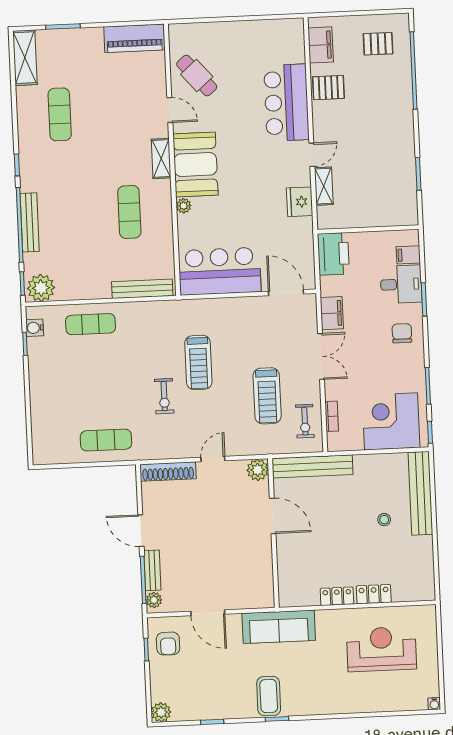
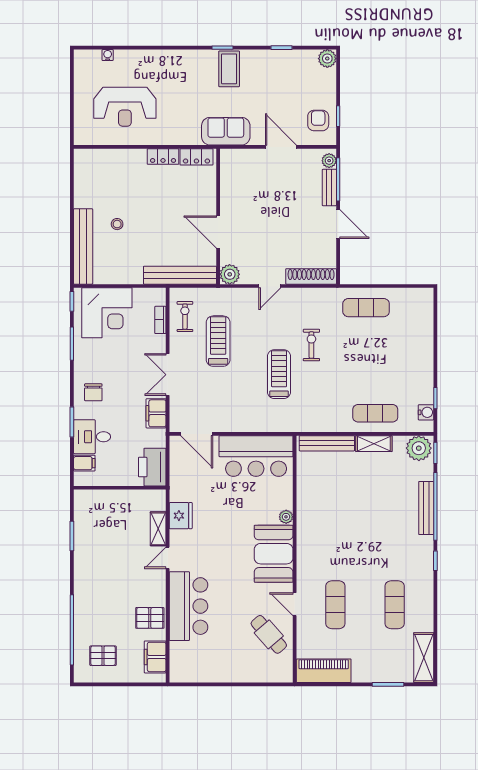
shelving: (161, 159) -> (374, 444), moved, turned 90
exercise mat: (129, 212) -> (335, 605), moved
locker: (374, 594) -> (196, 157), moved
sofa: (279, 627) -> (226, 131), width x0.73
water cooler: (434, 704) -> (108, 55), moved

